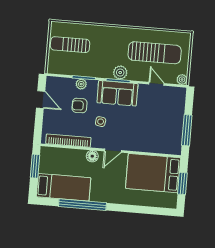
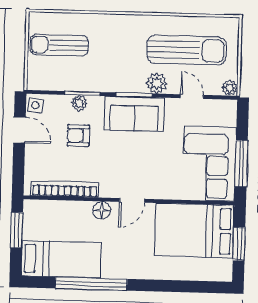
plant: (120, 73) -> (157, 83), moved
side table: (101, 122) -> (35, 105), moved
corner sofa: (165, 129) -> (209, 163), added

